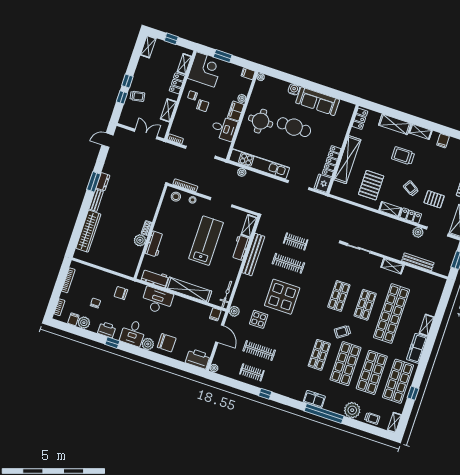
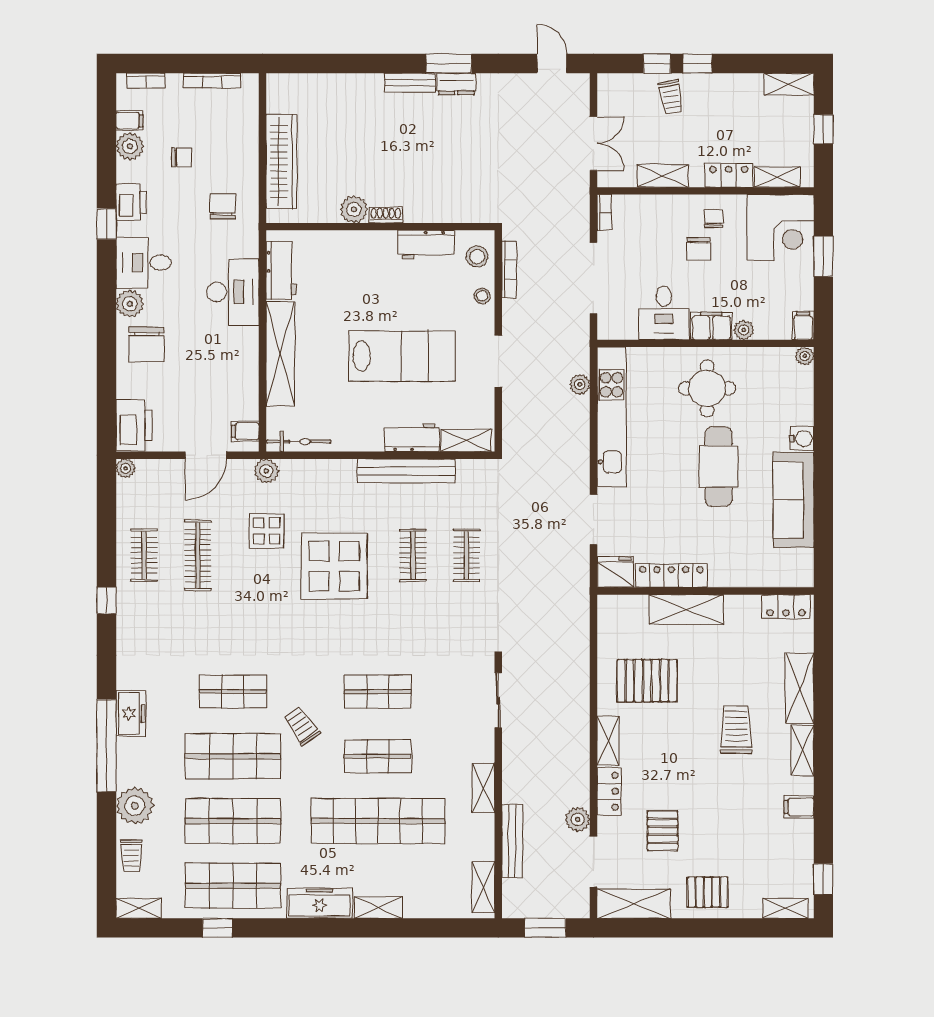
shelving: (347, 160) -> (686, 609), width x0.68
trolley: (411, 188) -> (670, 771), removed
wardrobe: (88, 231) -> (281, 162), moved, turned -90
workbench: (155, 244) -> (426, 245), moved
clothes rail: (288, 263) -> (413, 555), width x0.73
shelving: (433, 280) -> (483, 887), added

